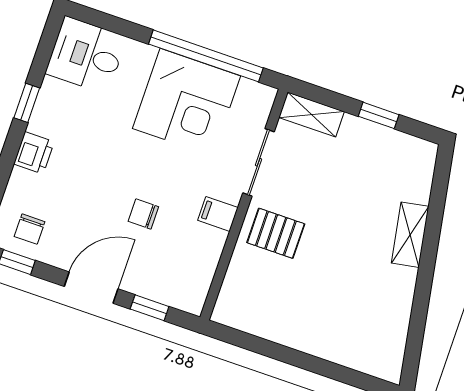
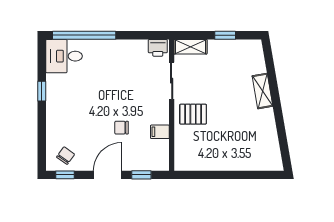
window: (206, 56) -> (84, 35), moved
corner desk: (187, 102) -> (124, 62), removed
printer: (34, 153) -> (158, 48), moved, turned 90
filing cabinet: (218, 214) -> (160, 132), moved
chair: (30, 229) -> (66, 156), turned -145

